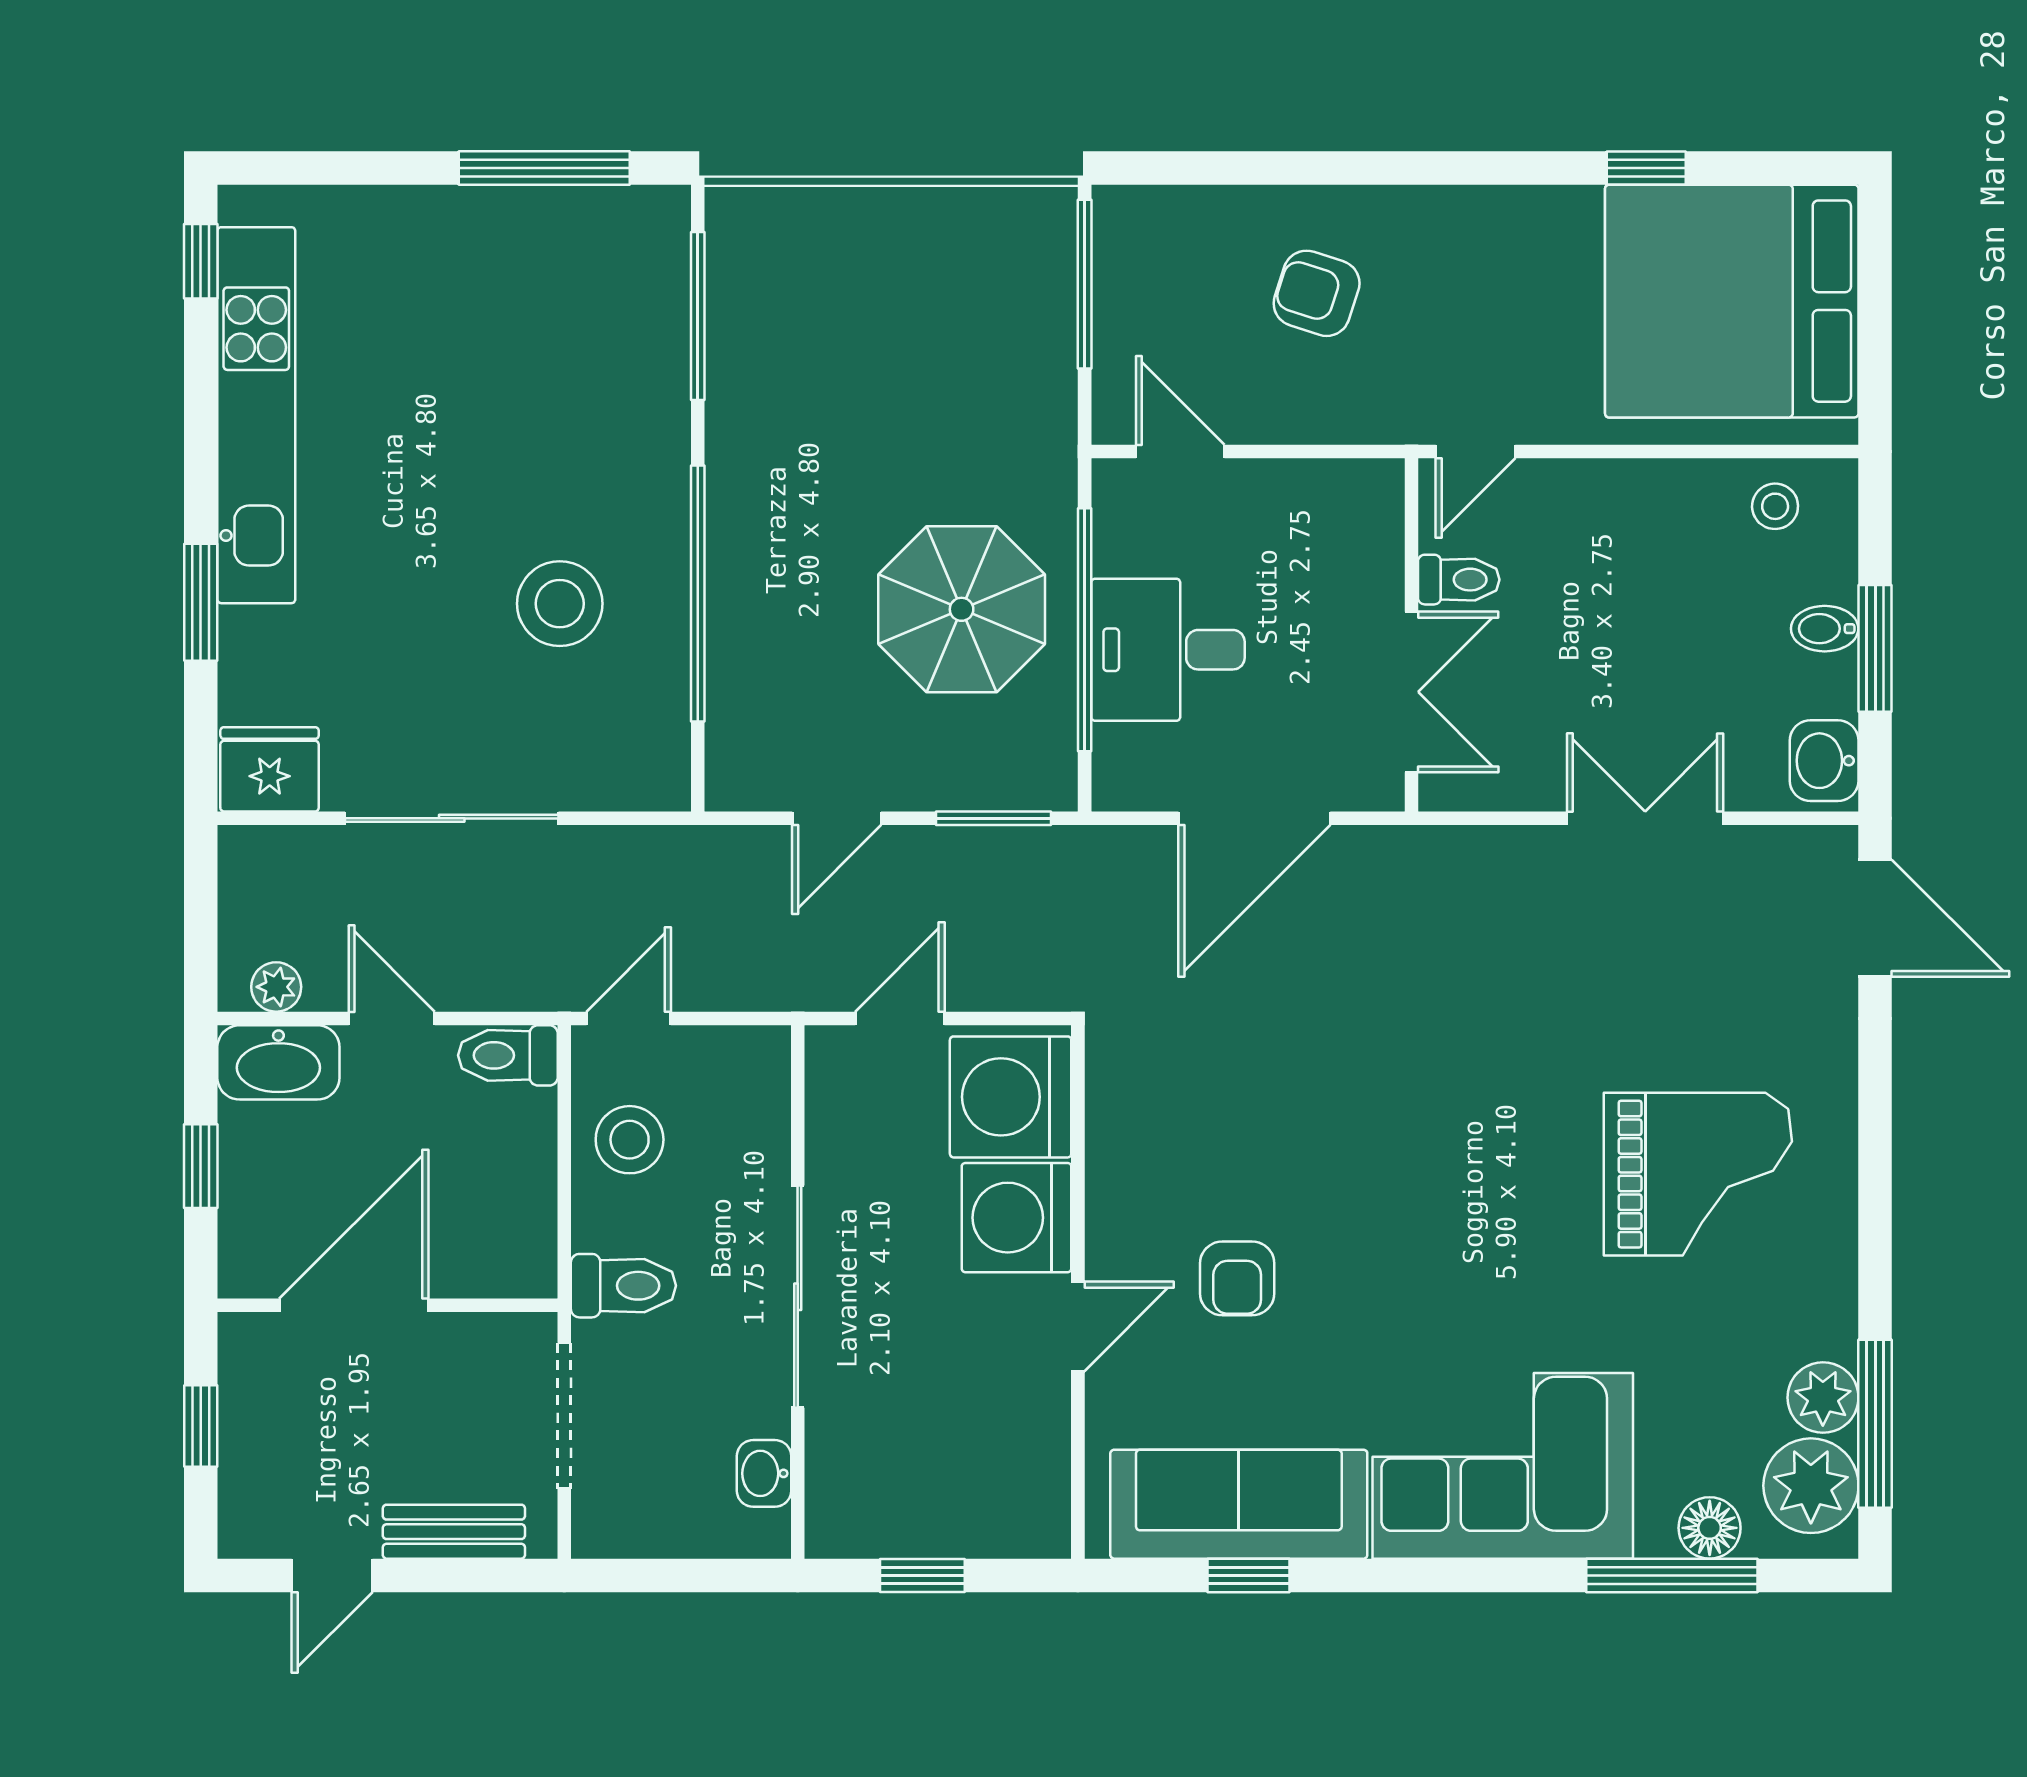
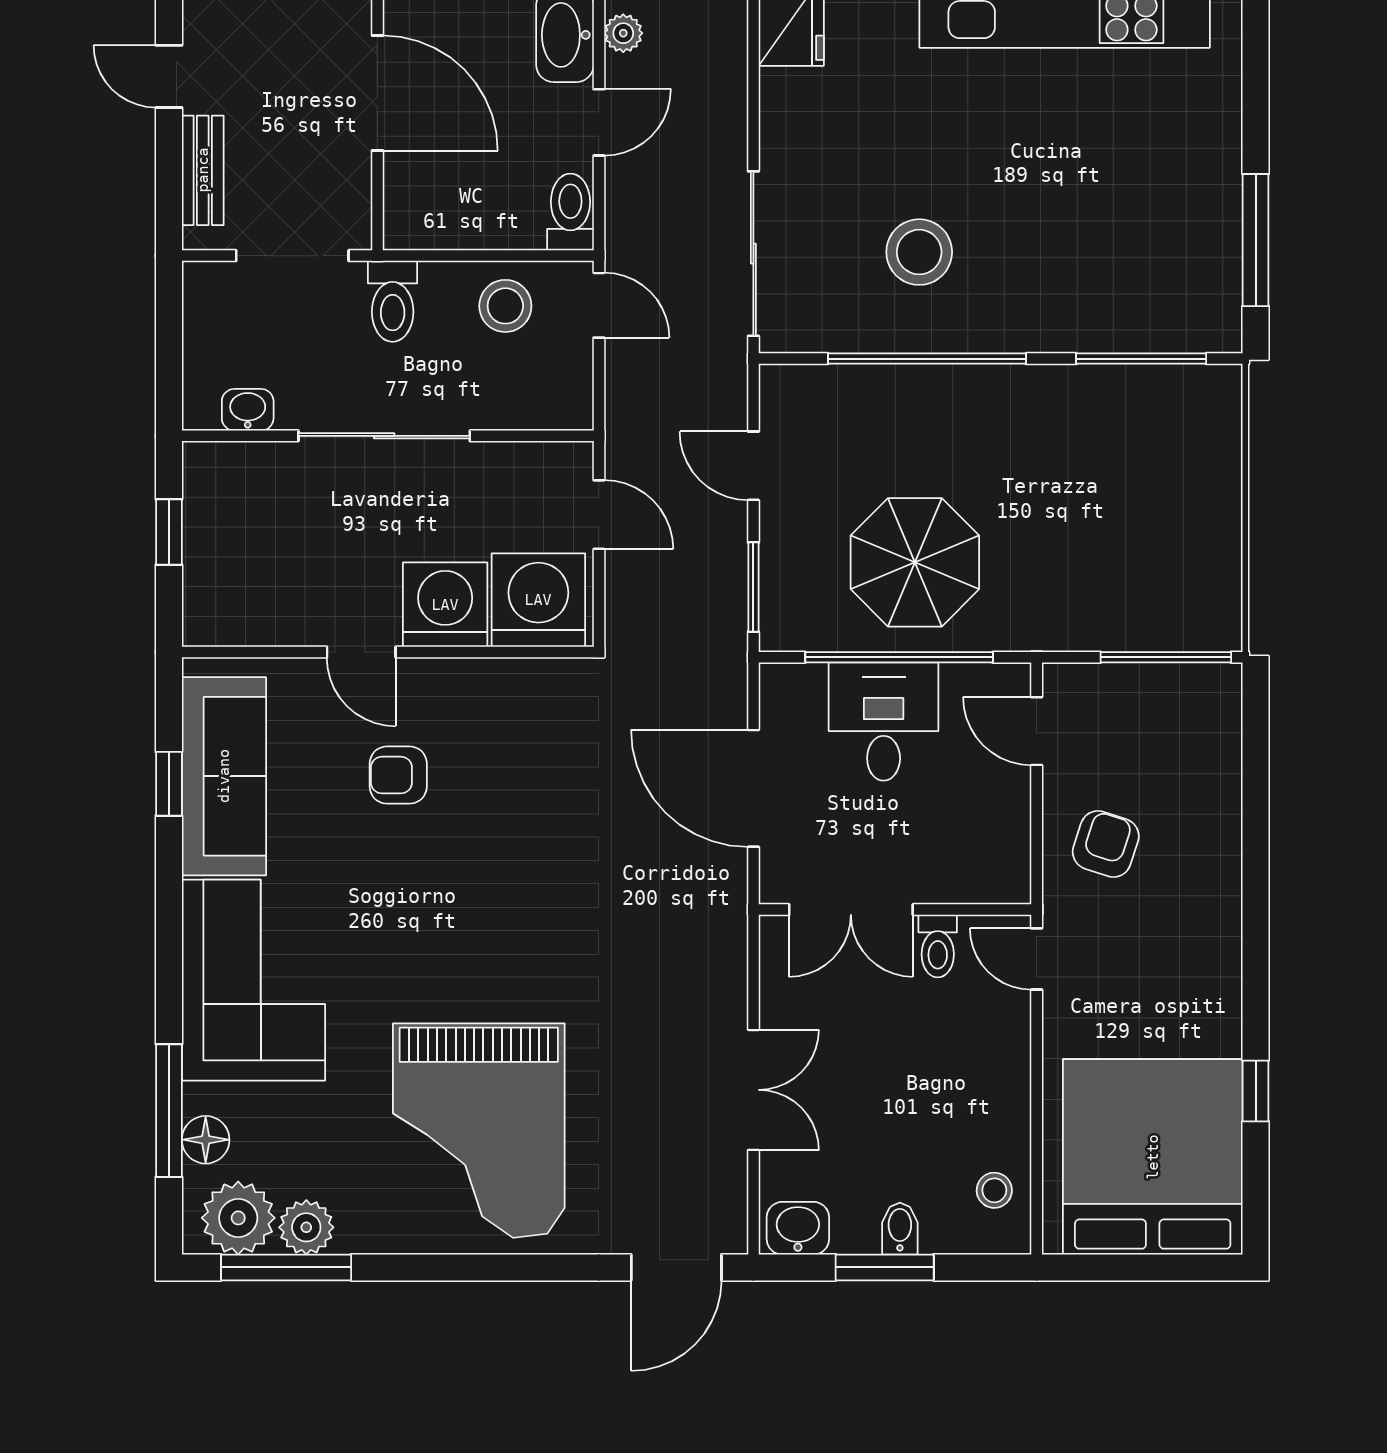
armchair: (1317, 293) -> (1106, 844), moved
door: (1180, 451) -> (1037, 731), swing flipped
sliding door: (452, 818) -> (753, 254), moved
grand piano: (1698, 1174) -> (479, 1131), width x1.37, depth x1.48

